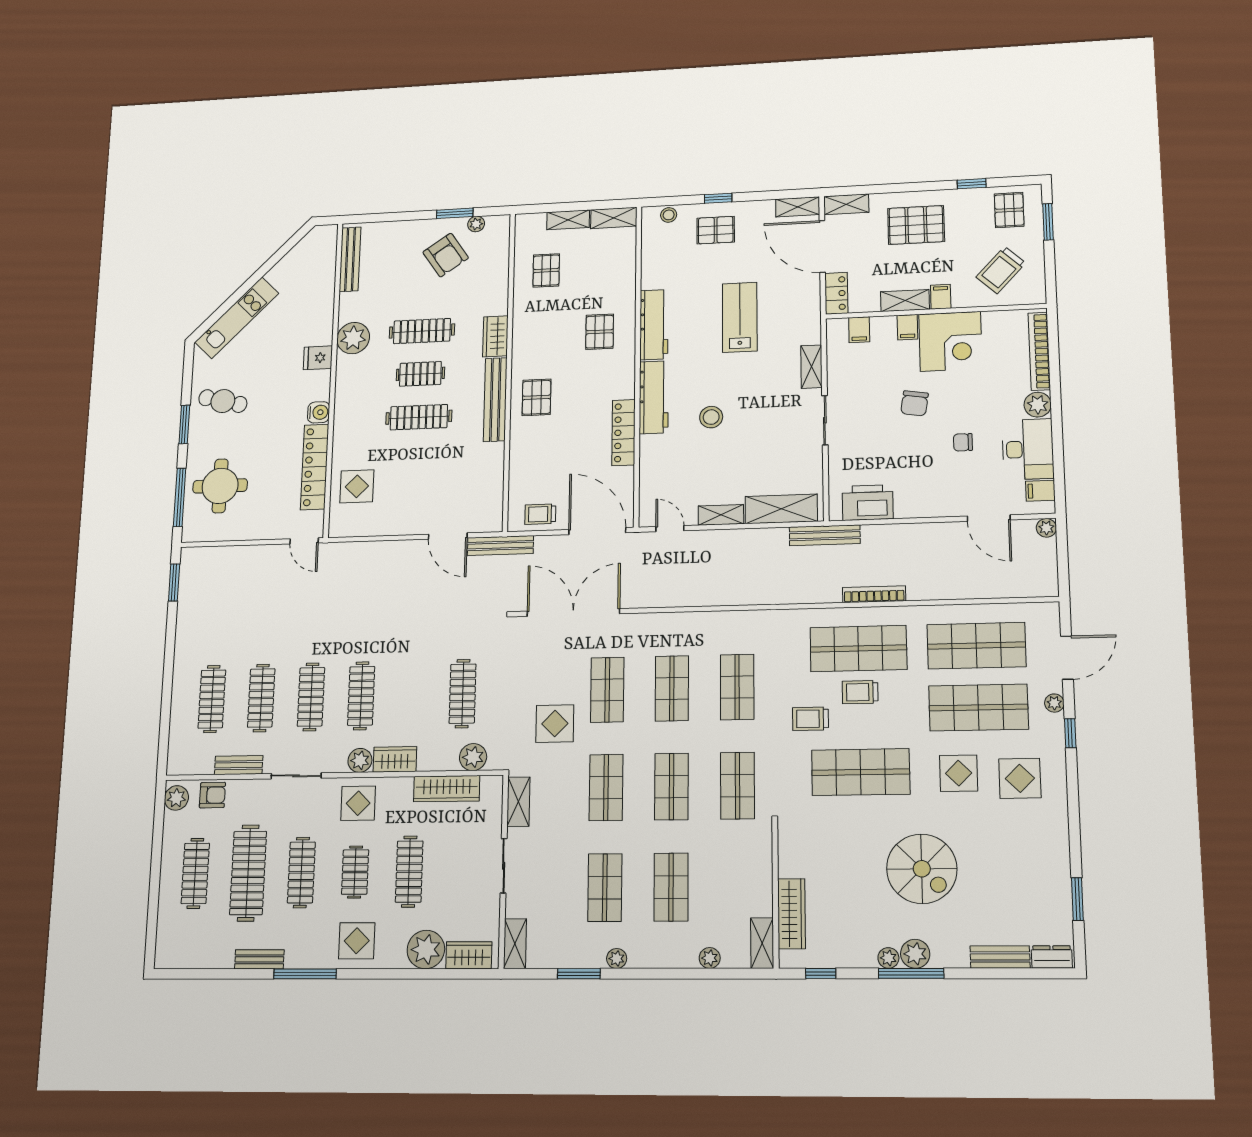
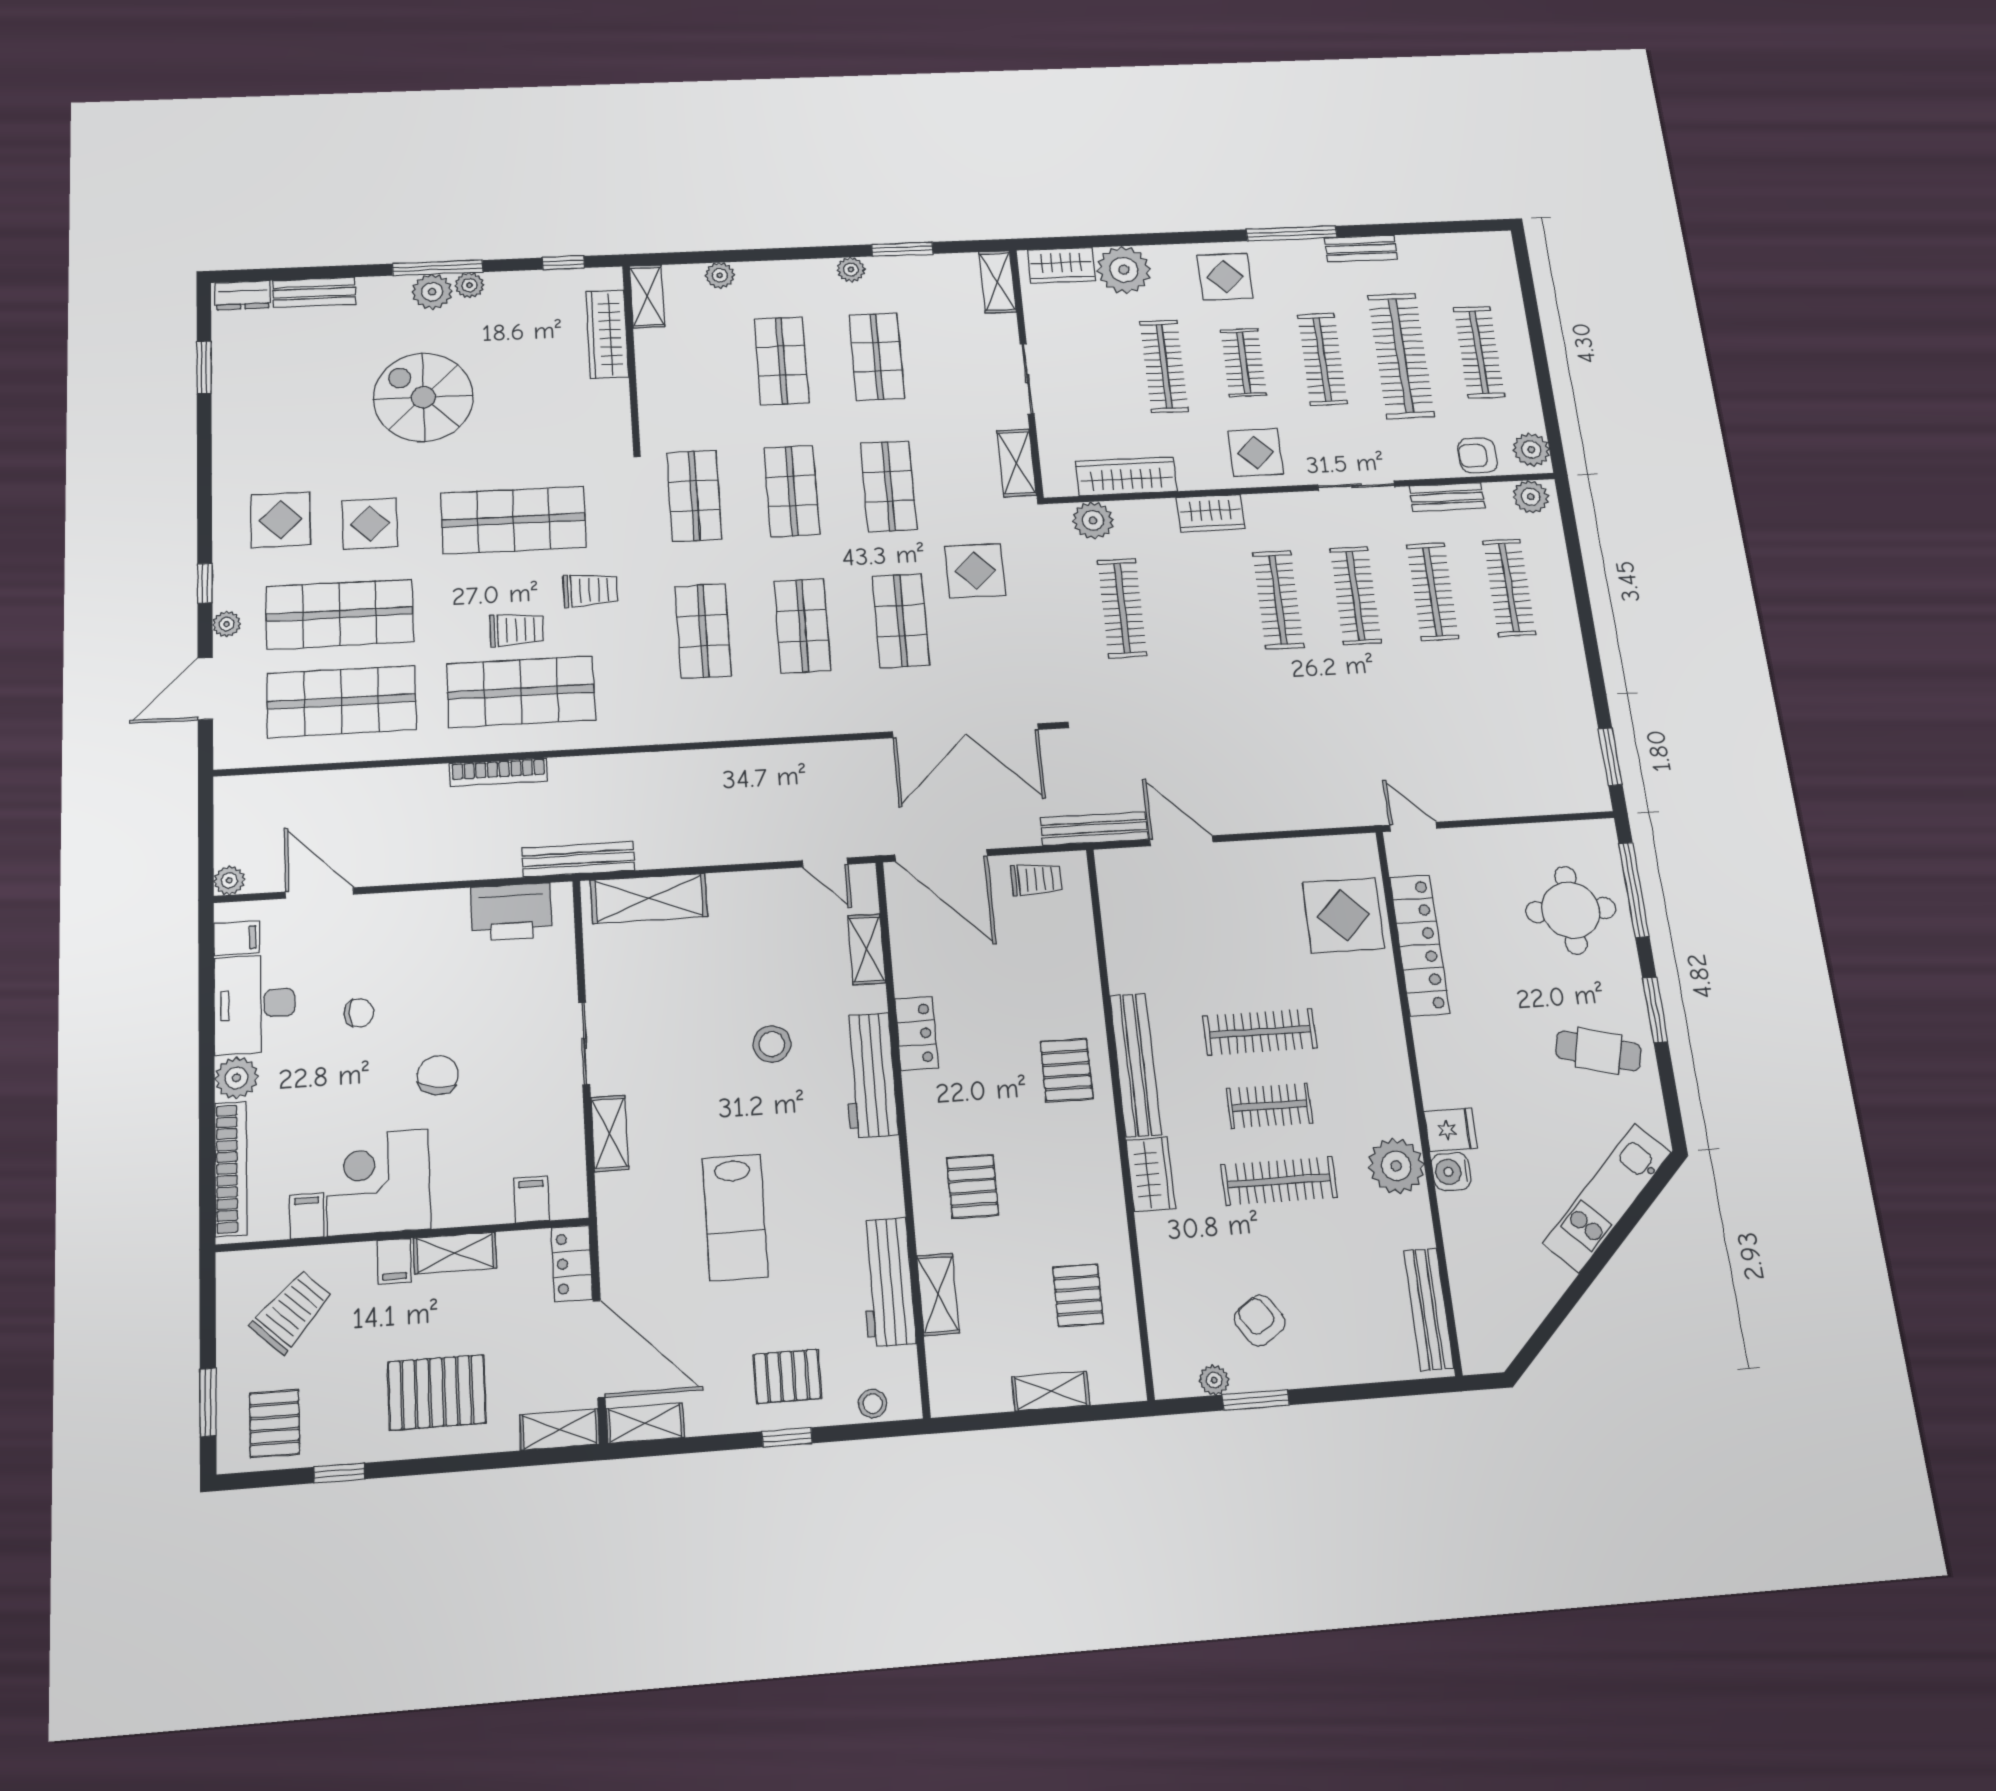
shelving: (614, 218) -> (938, 1294), moved, turned 90
armchair: (446, 255) -> (1260, 1320), width x0.72, depth x0.72
workbench: (654, 325) -> (887, 1282), moved
filing cabinet: (907, 327) -> (307, 1216), moved
water cooler: (319, 412) -> (1451, 1172), moved
locker: (623, 433) -> (916, 1033), width x0.66
display table: (357, 486) -> (1343, 915), width x1.36, depth x1.36
shelving: (721, 515) -> (867, 949), moved, turned 90
plant: (360, 760) -> (1531, 497), moved

